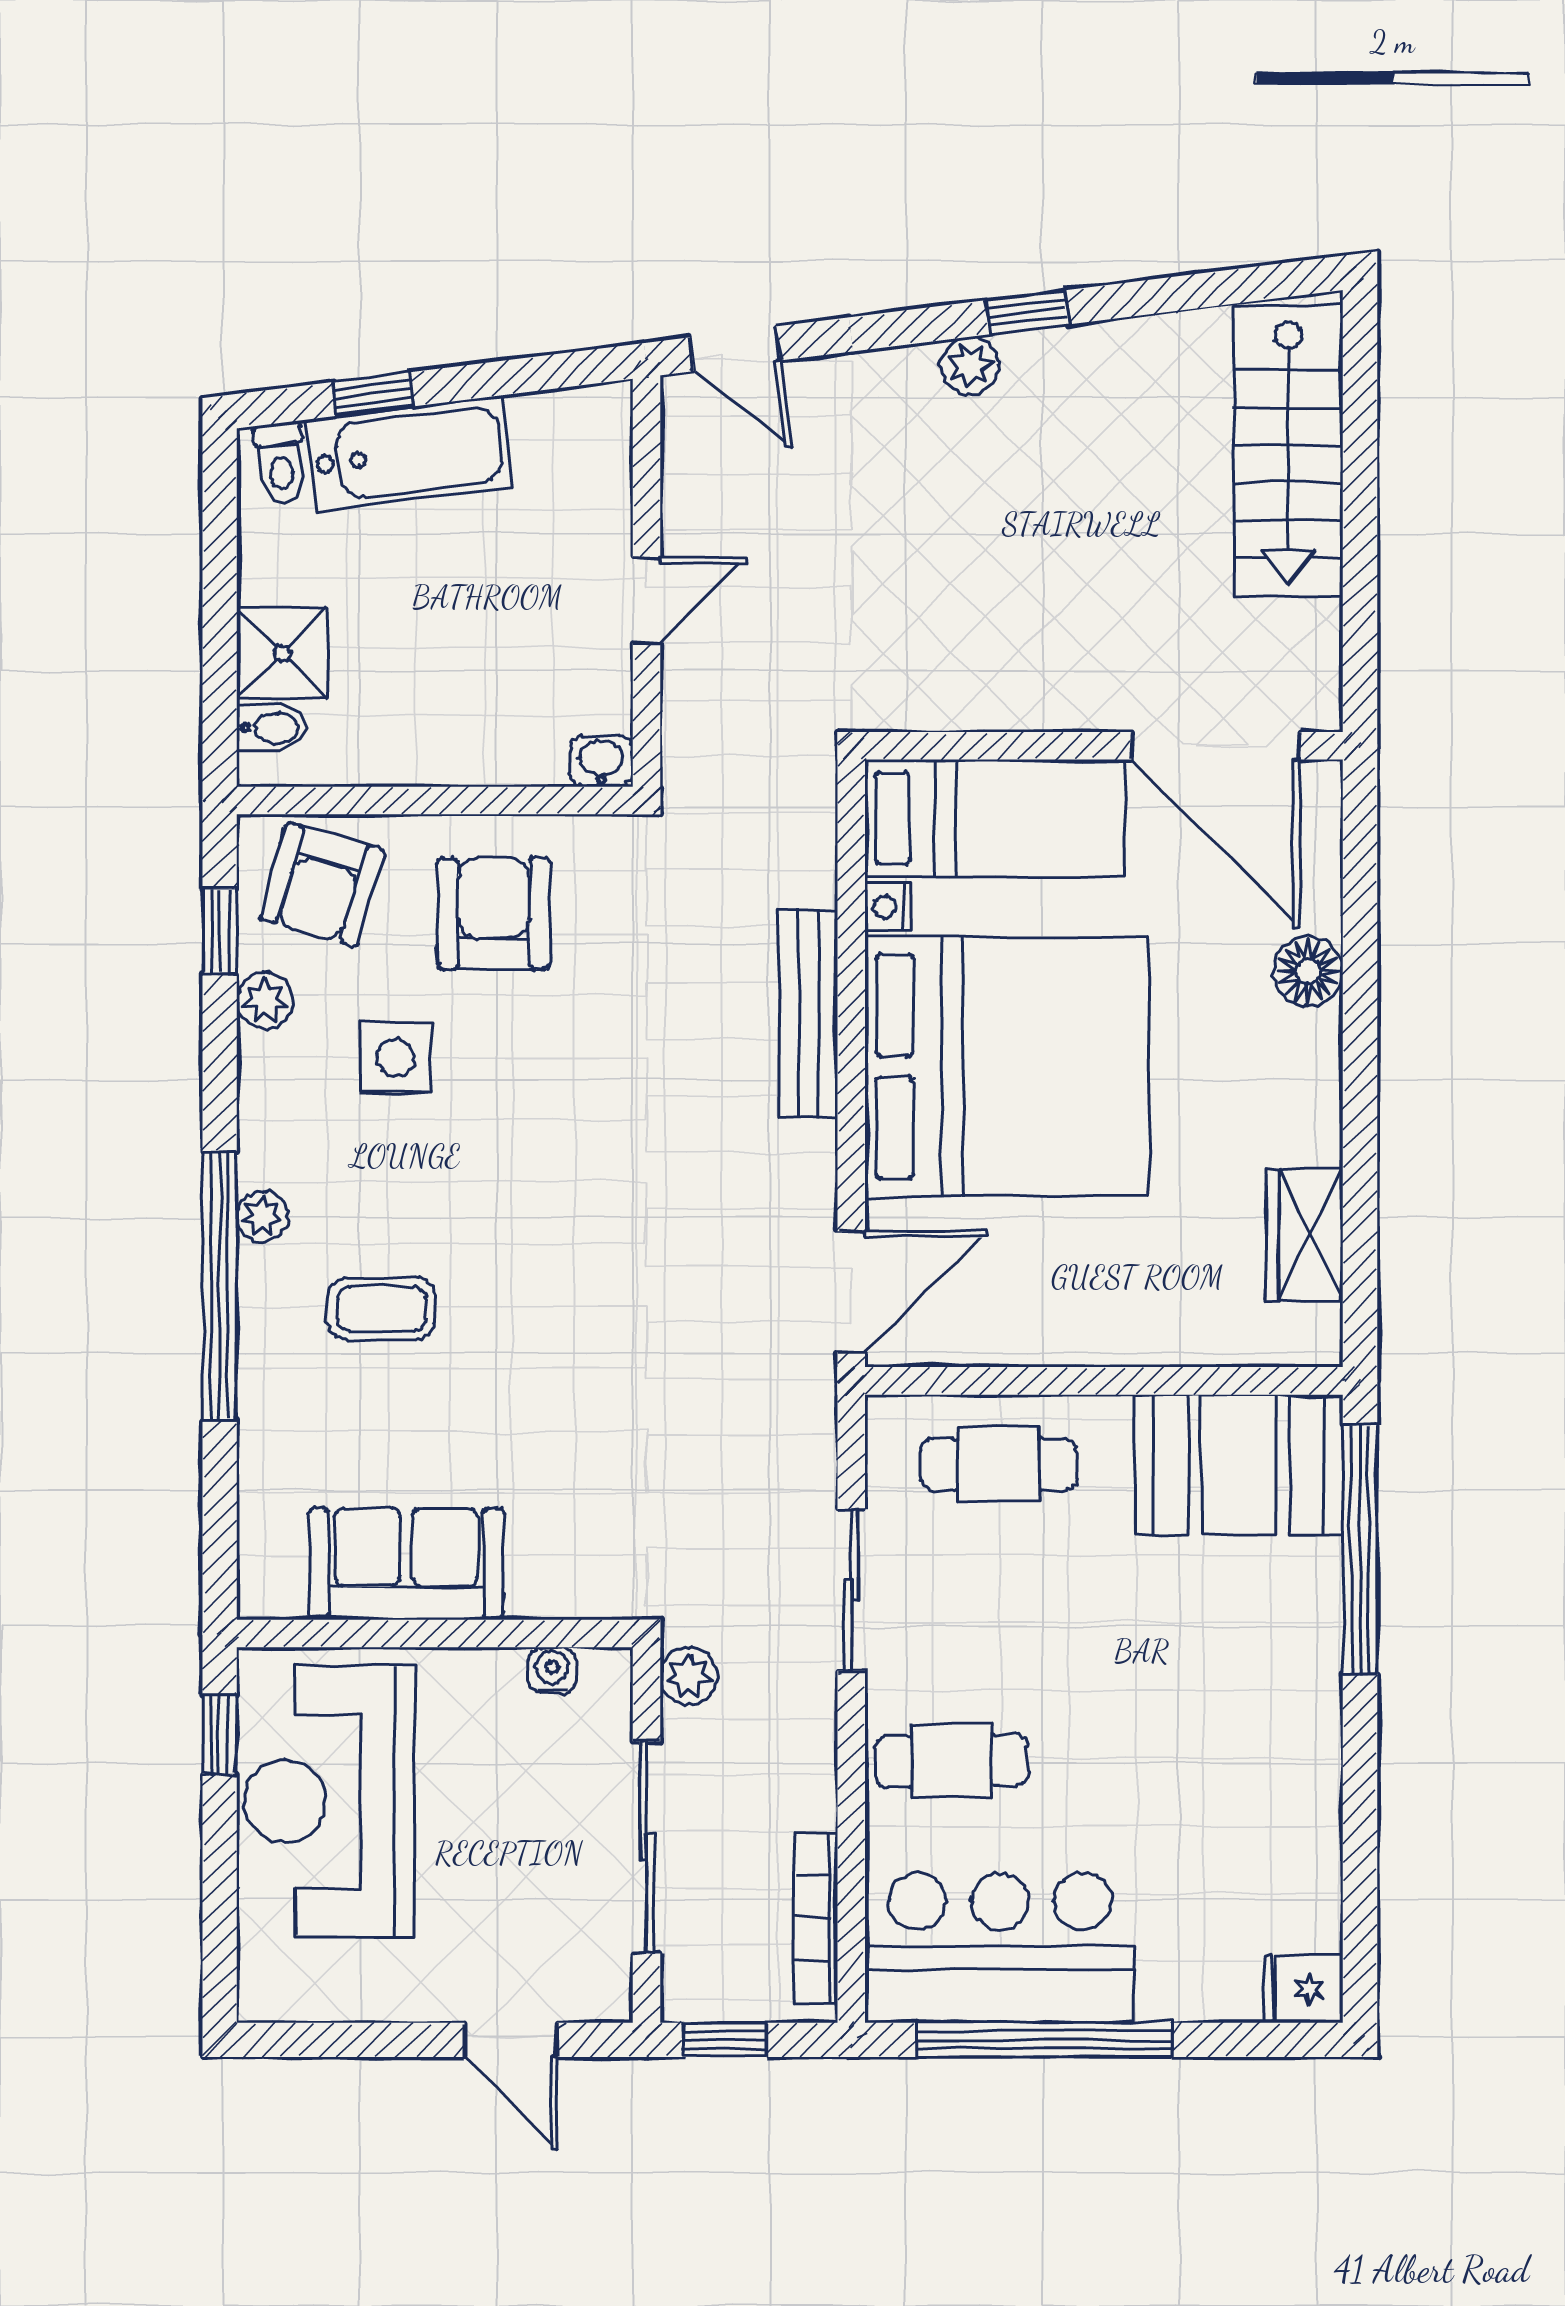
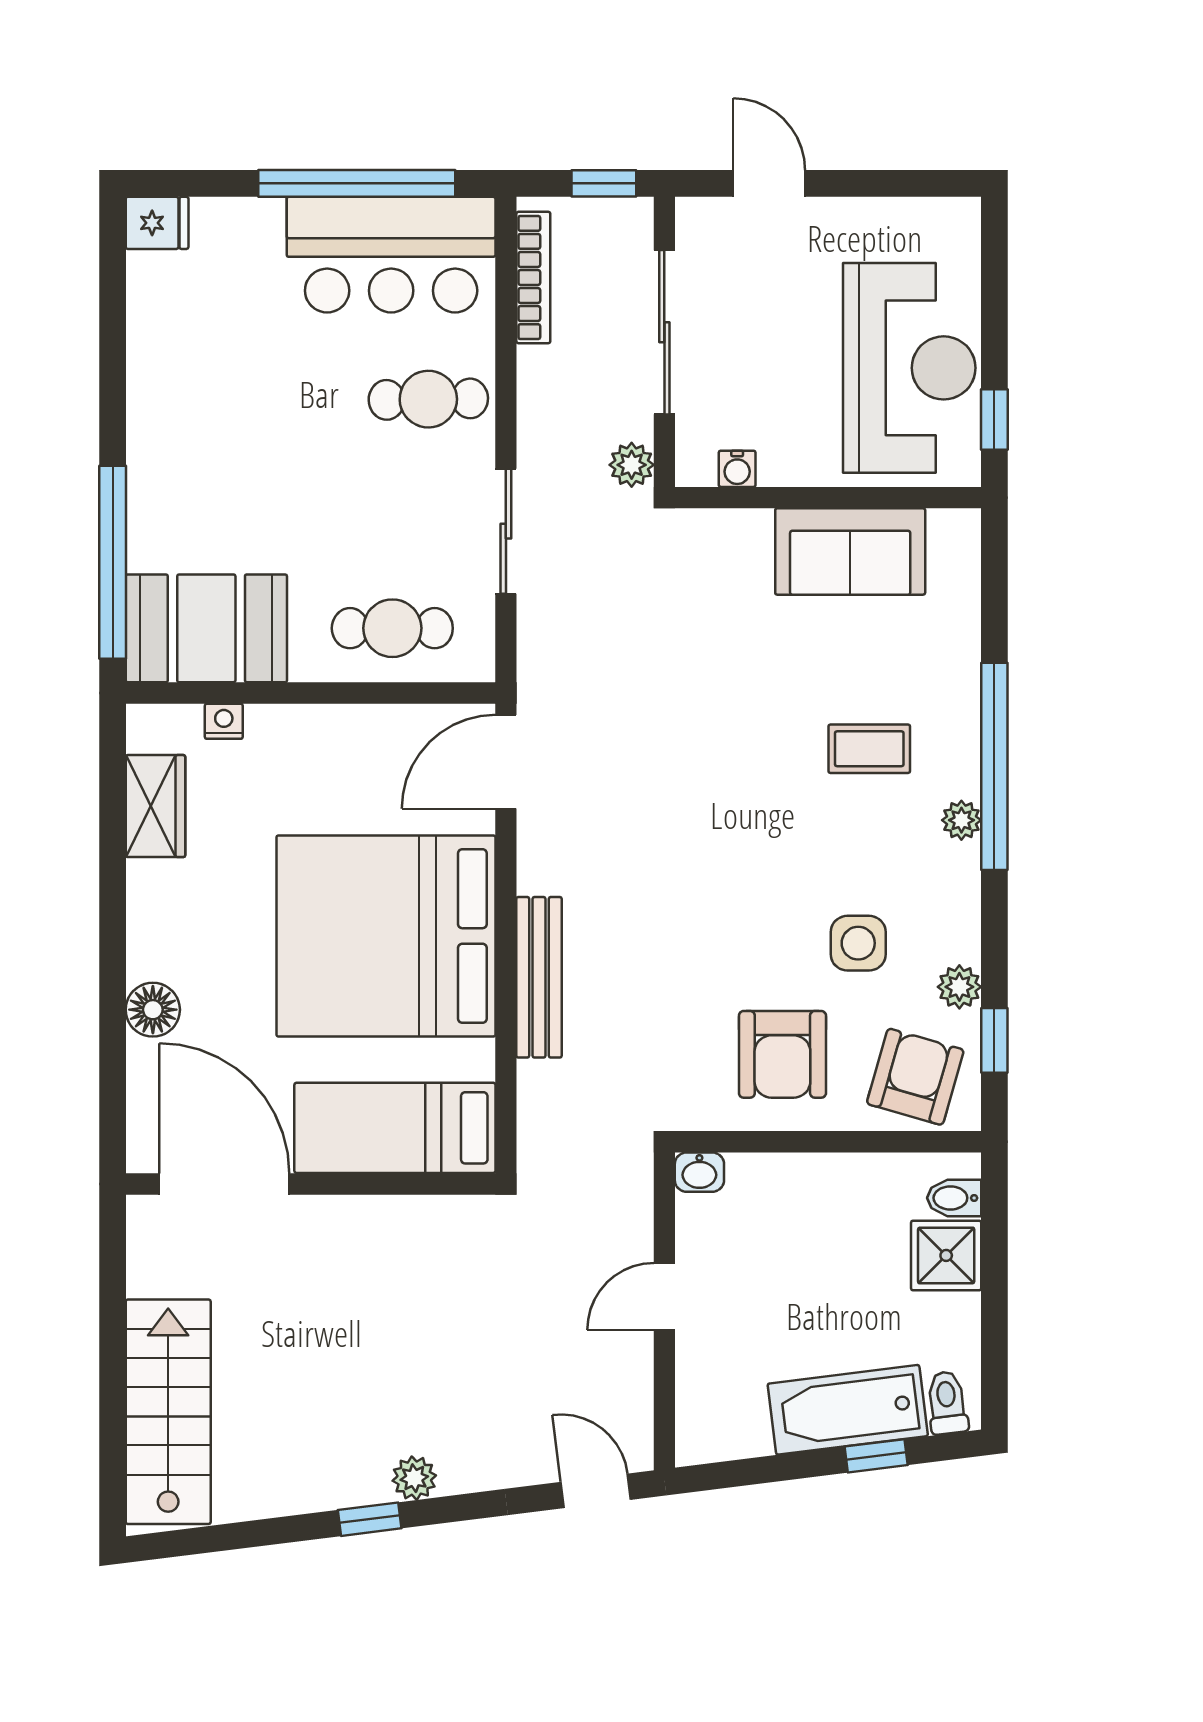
nightstand: (888, 907) -> (224, 721), moved, turned -90

